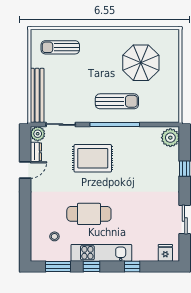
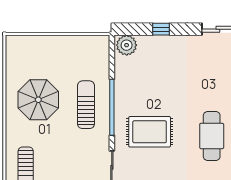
parasol: (141, 63) -> (38, 100), moved
rug: (93, 158) -> (150, 132), turned 90

